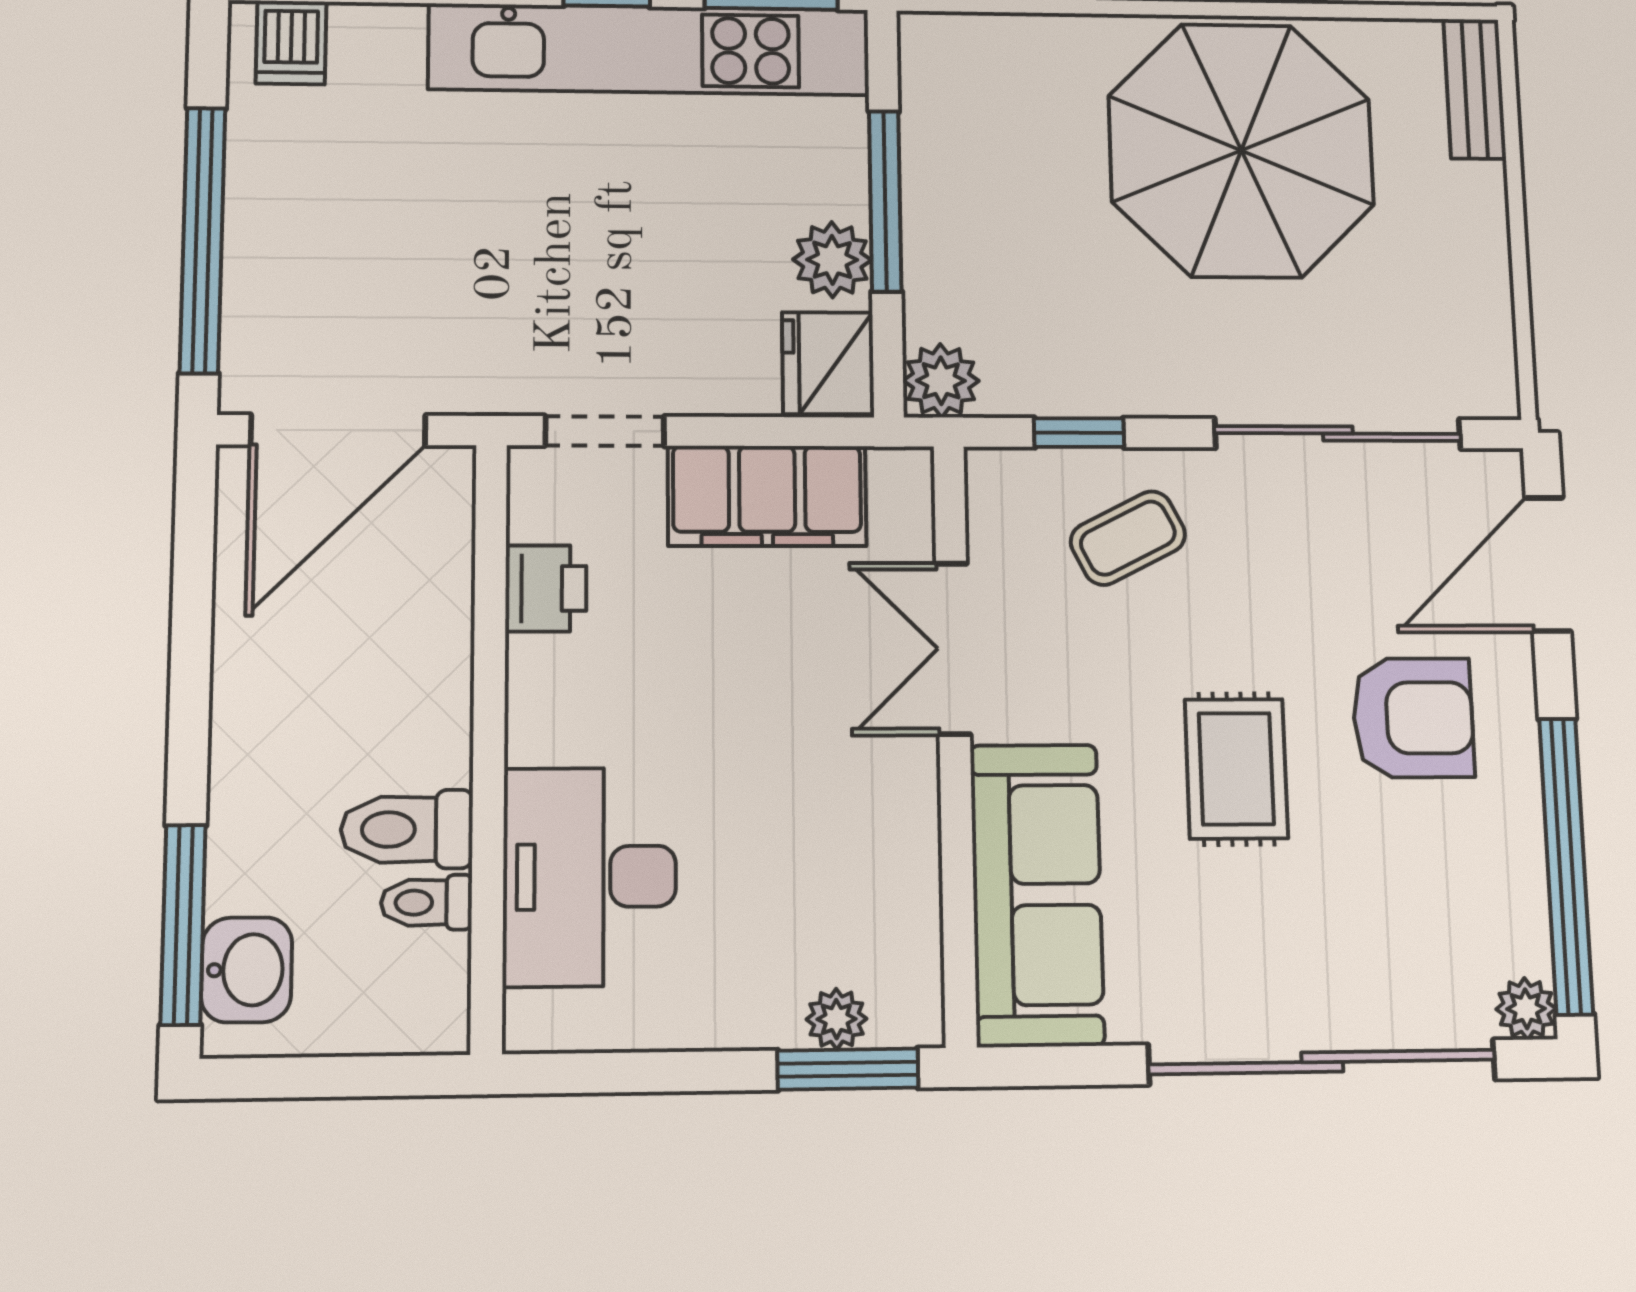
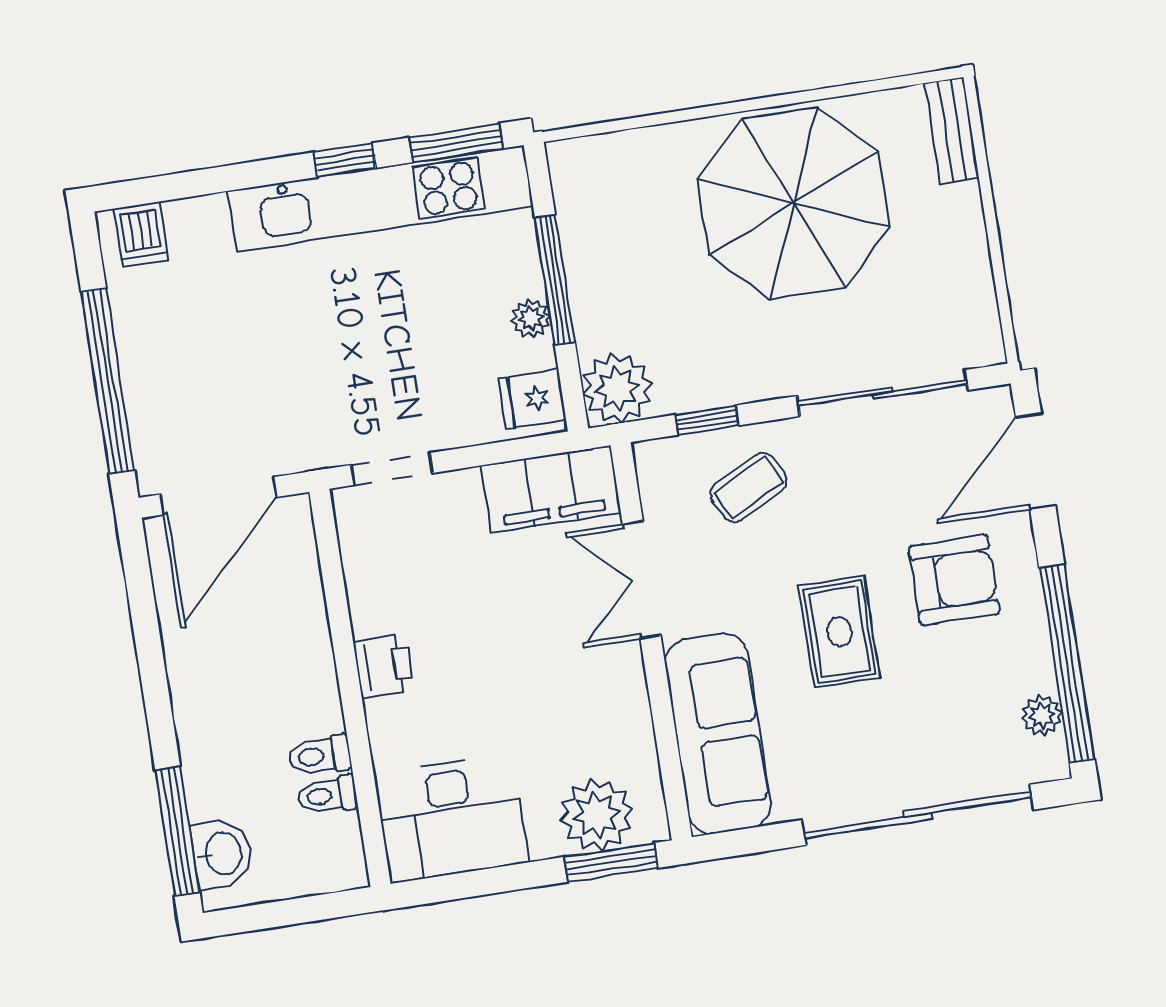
plant: (832, 260) -> (531, 318), width x0.73, depth x0.73
fridge: (828, 363) -> (532, 399), width x0.72
plant: (941, 381) -> (617, 388), width x1.36, depth x1.36
filing cabinet: (767, 496) -> (551, 489), moved
printer: (546, 588) -> (383, 666), moved
toilet: (407, 829) -> (320, 756), width x0.73, depth x0.72
desk: (590, 877) -> (452, 818), moved, turned -90
plant: (1526, 1009) -> (1042, 715), moved
plant: (836, 1019) -> (597, 815), width x1.87, depth x1.87

